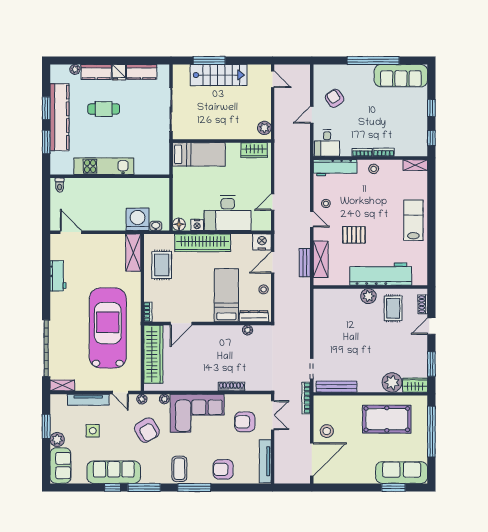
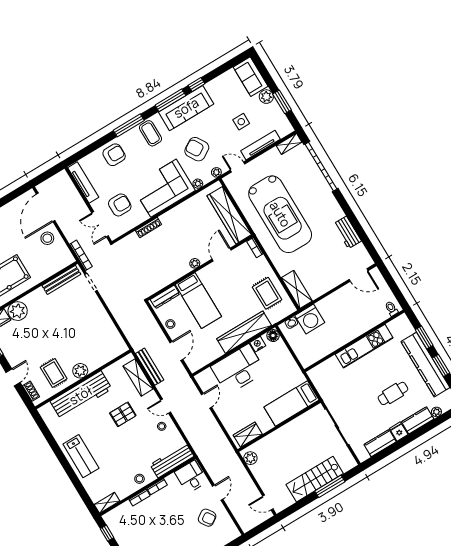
nightstand: (262, 242) -> (195, 362), removed
bench: (305, 263) -> (150, 367), width x1.36
plant: (248, 330) -> (195, 263), moved
sofa: (114, 472) -> (186, 108), moved

